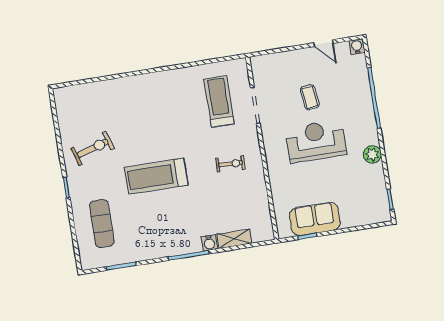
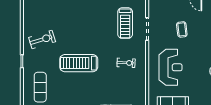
treadmill: (219, 101) -> (125, 23), turned 180
reception desk: (316, 141) -> (171, 67), moved, turned 90

